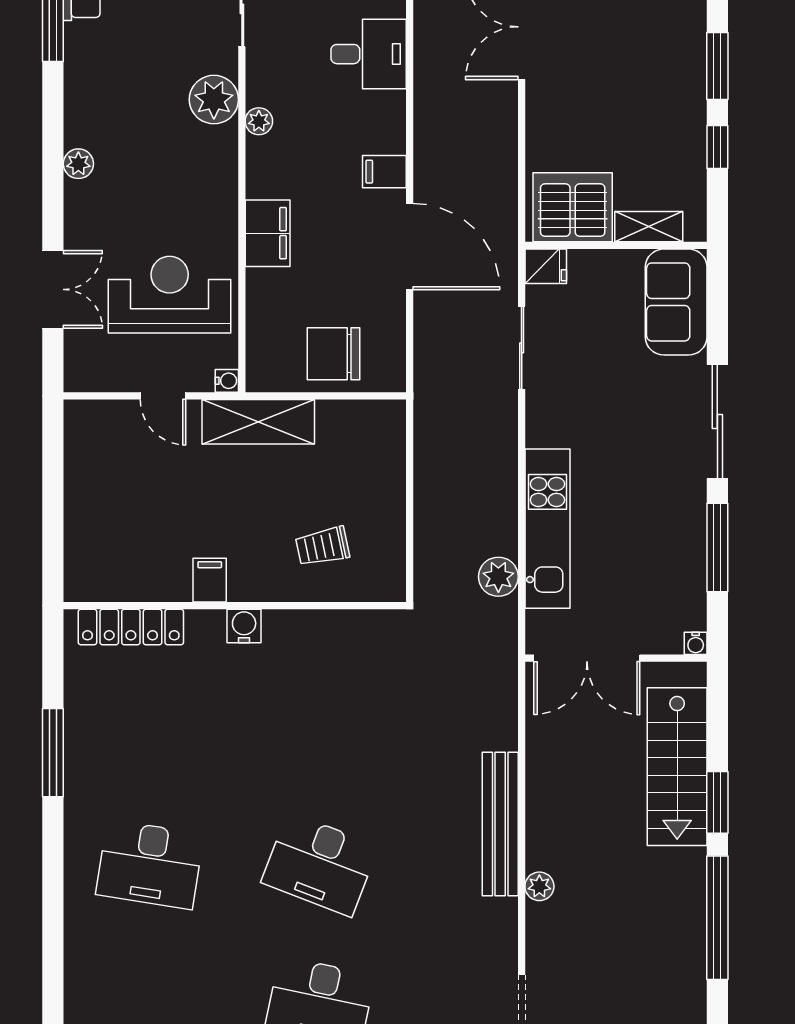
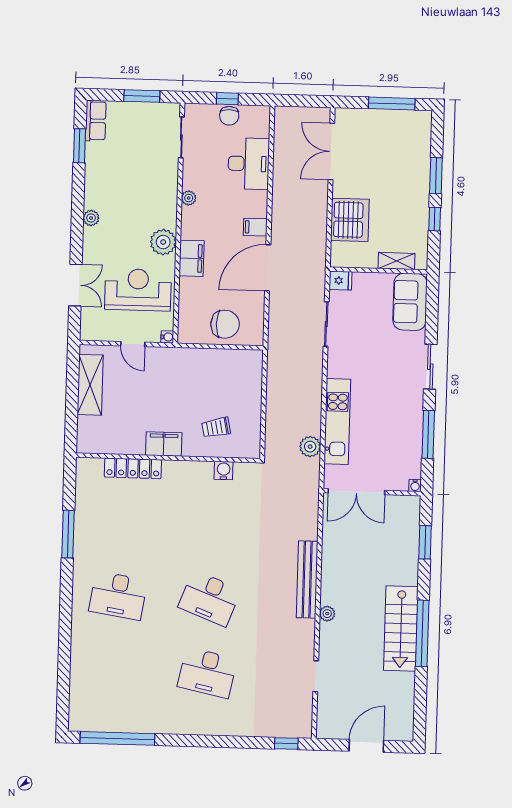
desk: (369, 54) -> (249, 164), width x1.37
plant: (214, 100) -> (163, 242), moved
server rack: (573, 207) -> (350, 220), moved, turned 90
door: (410, 247) -> (268, 268), swing flipped
chair: (333, 354) -> (225, 324), turned 180
shelving: (258, 422) -> (90, 385), moved, turned 90
sliding door: (717, 422) -> (430, 367), width x0.73
filing cabinet: (210, 580) -> (164, 444), width x2.00
water cooler: (244, 626) -> (224, 471), moved
locker: (131, 627) -> (133, 468), moved
stairs: (677, 767) -> (401, 629), moved
window: (717, 802) -> (425, 542), moved

